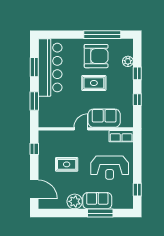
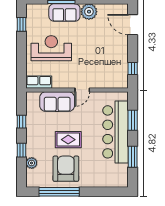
armchair: (96, 56) -> (66, 169), turned 90
bar counter: (50, 68) -> (116, 132), moved
rug: (67, 164) -> (98, 52), removed

